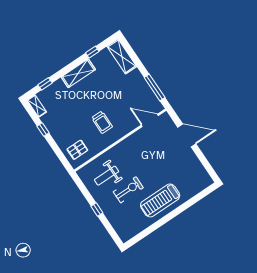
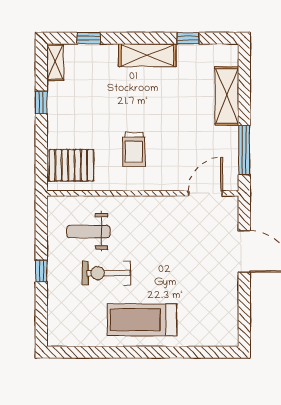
shelving: (122, 56) -> (227, 96), moved
door: (150, 120) -> (205, 193), hinge flipped
pallet: (77, 150) -> (71, 165), width x1.50, depth x1.42
exercise bike: (128, 190) -> (106, 273), turned 180

